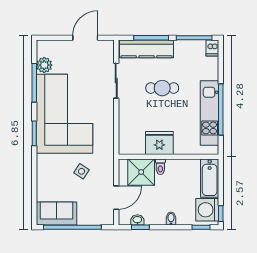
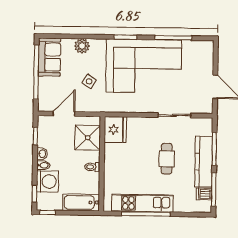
dishwasher: (212, 48) -> (204, 194), moved
kitchen counter: (147, 49) -> (204, 162), moved
plant: (44, 65) -> (82, 46), moved
fridge: (159, 143) -> (115, 129), moved
toilet: (160, 167) -> (92, 167), moved
door: (116, 198) -> (64, 114), swing flipped
washing machine: (207, 210) -> (47, 181), moved, turned 90
washbasin: (137, 220) -> (42, 154), moved

